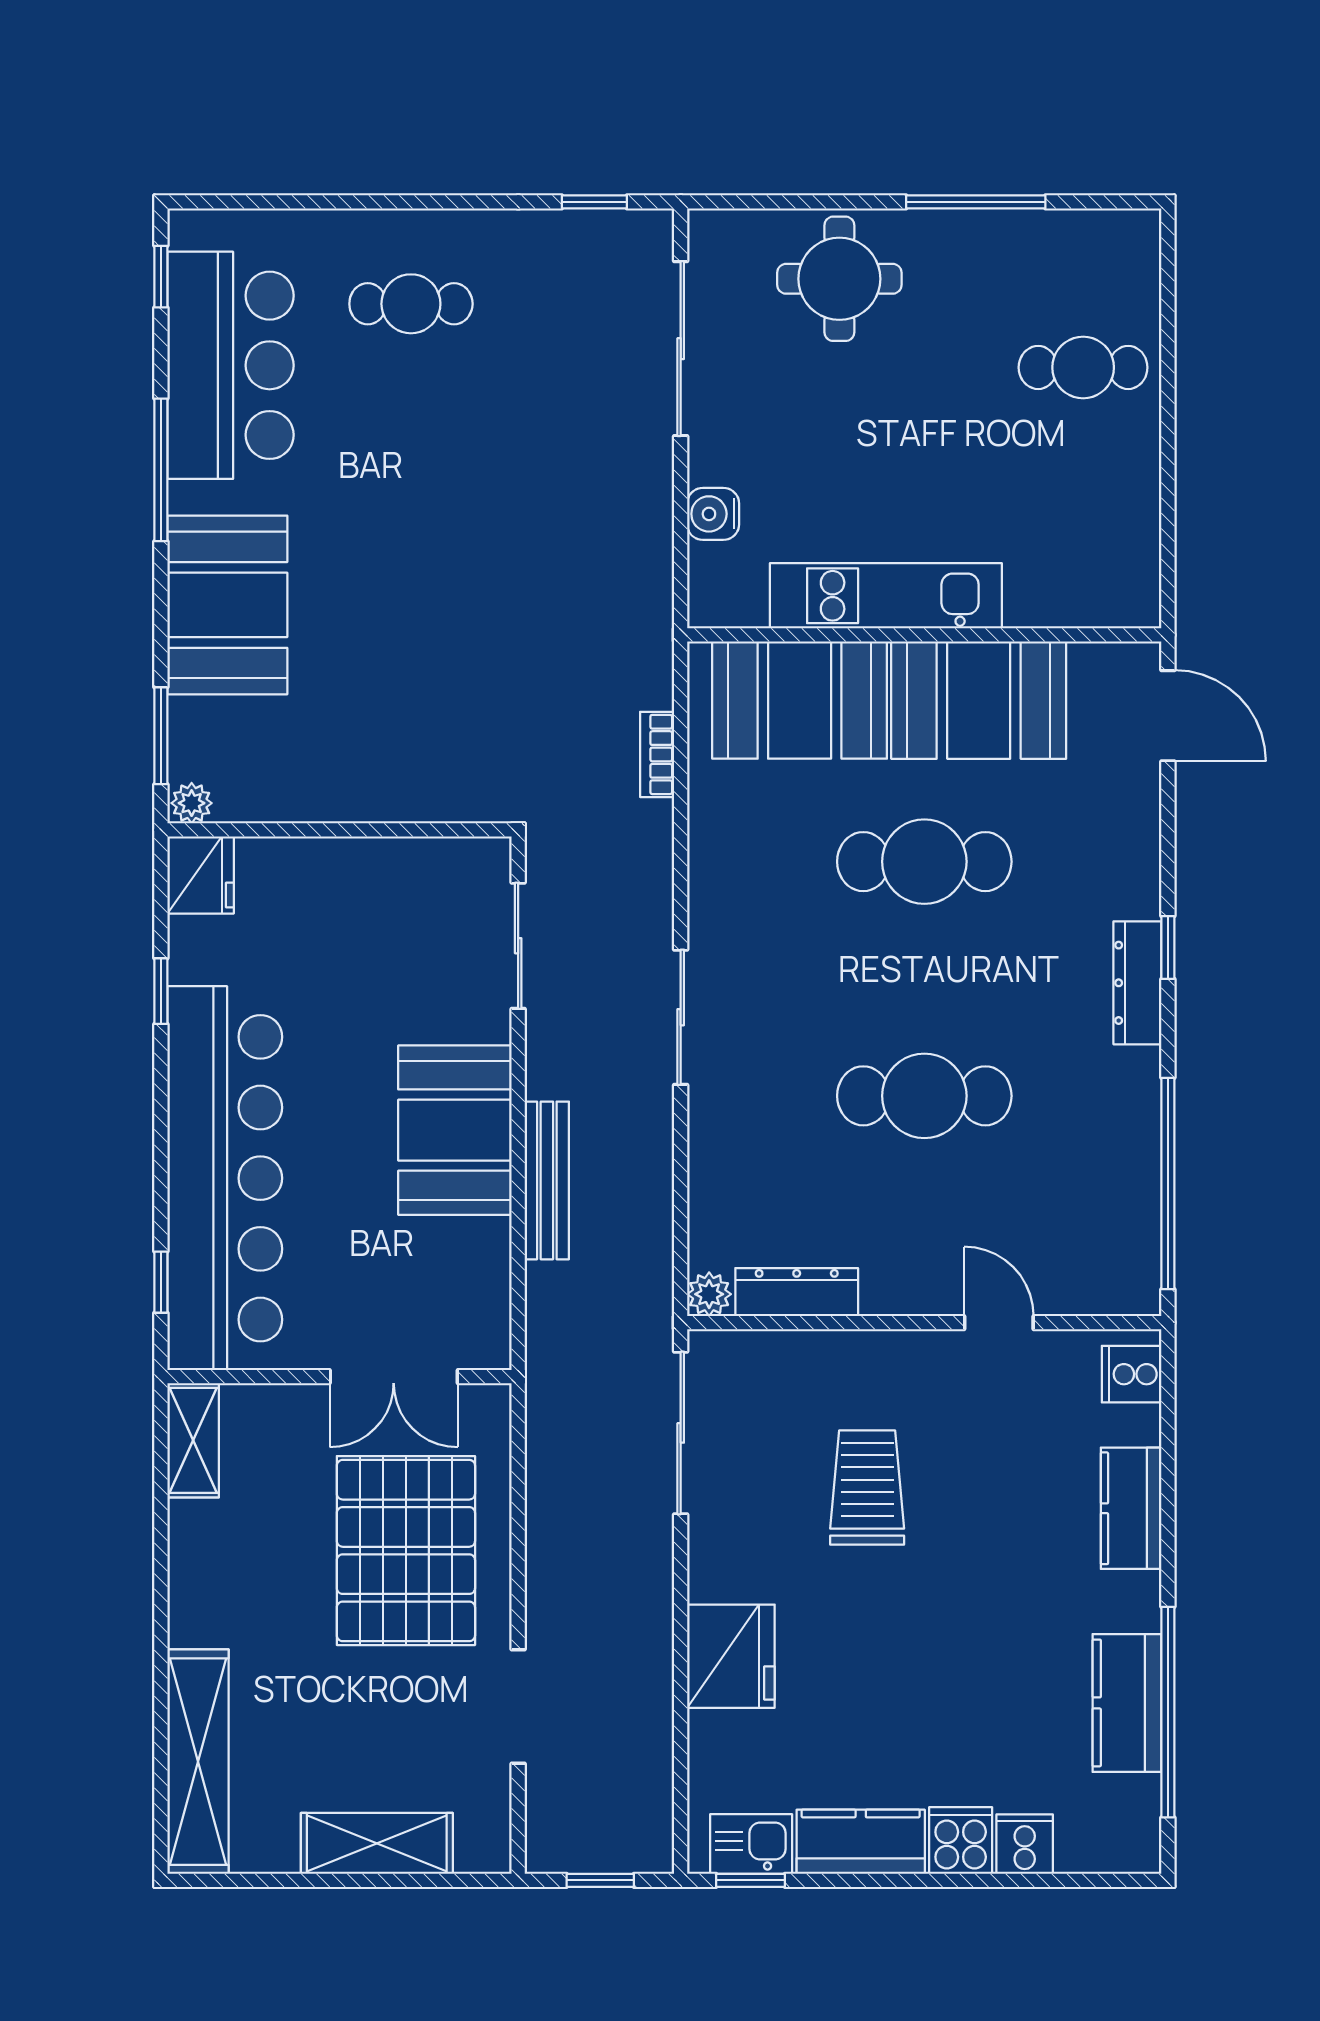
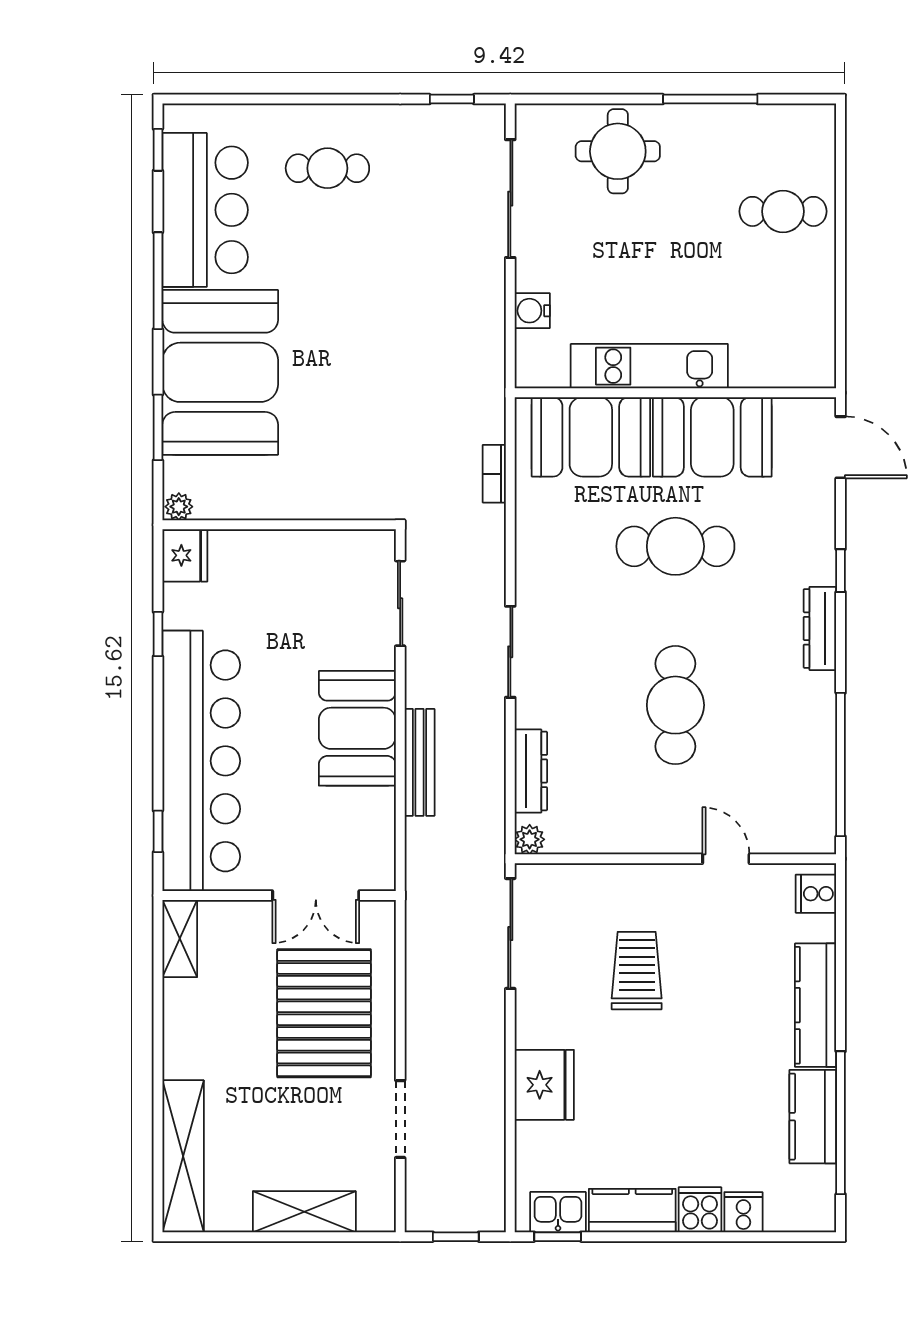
booth: (227, 605) -> (220, 372), width x1.36, depth x1.42
window: (161, 736) -> (158, 427), moved
window: (1168, 947) -> (841, 571), moved
cafe table: (924, 1096) -> (675, 705), turned 90
dresser: (797, 1292) -> (531, 771), moved, turned 90
kitchen counter: (1131, 1508) -> (816, 1005), width x1.50

